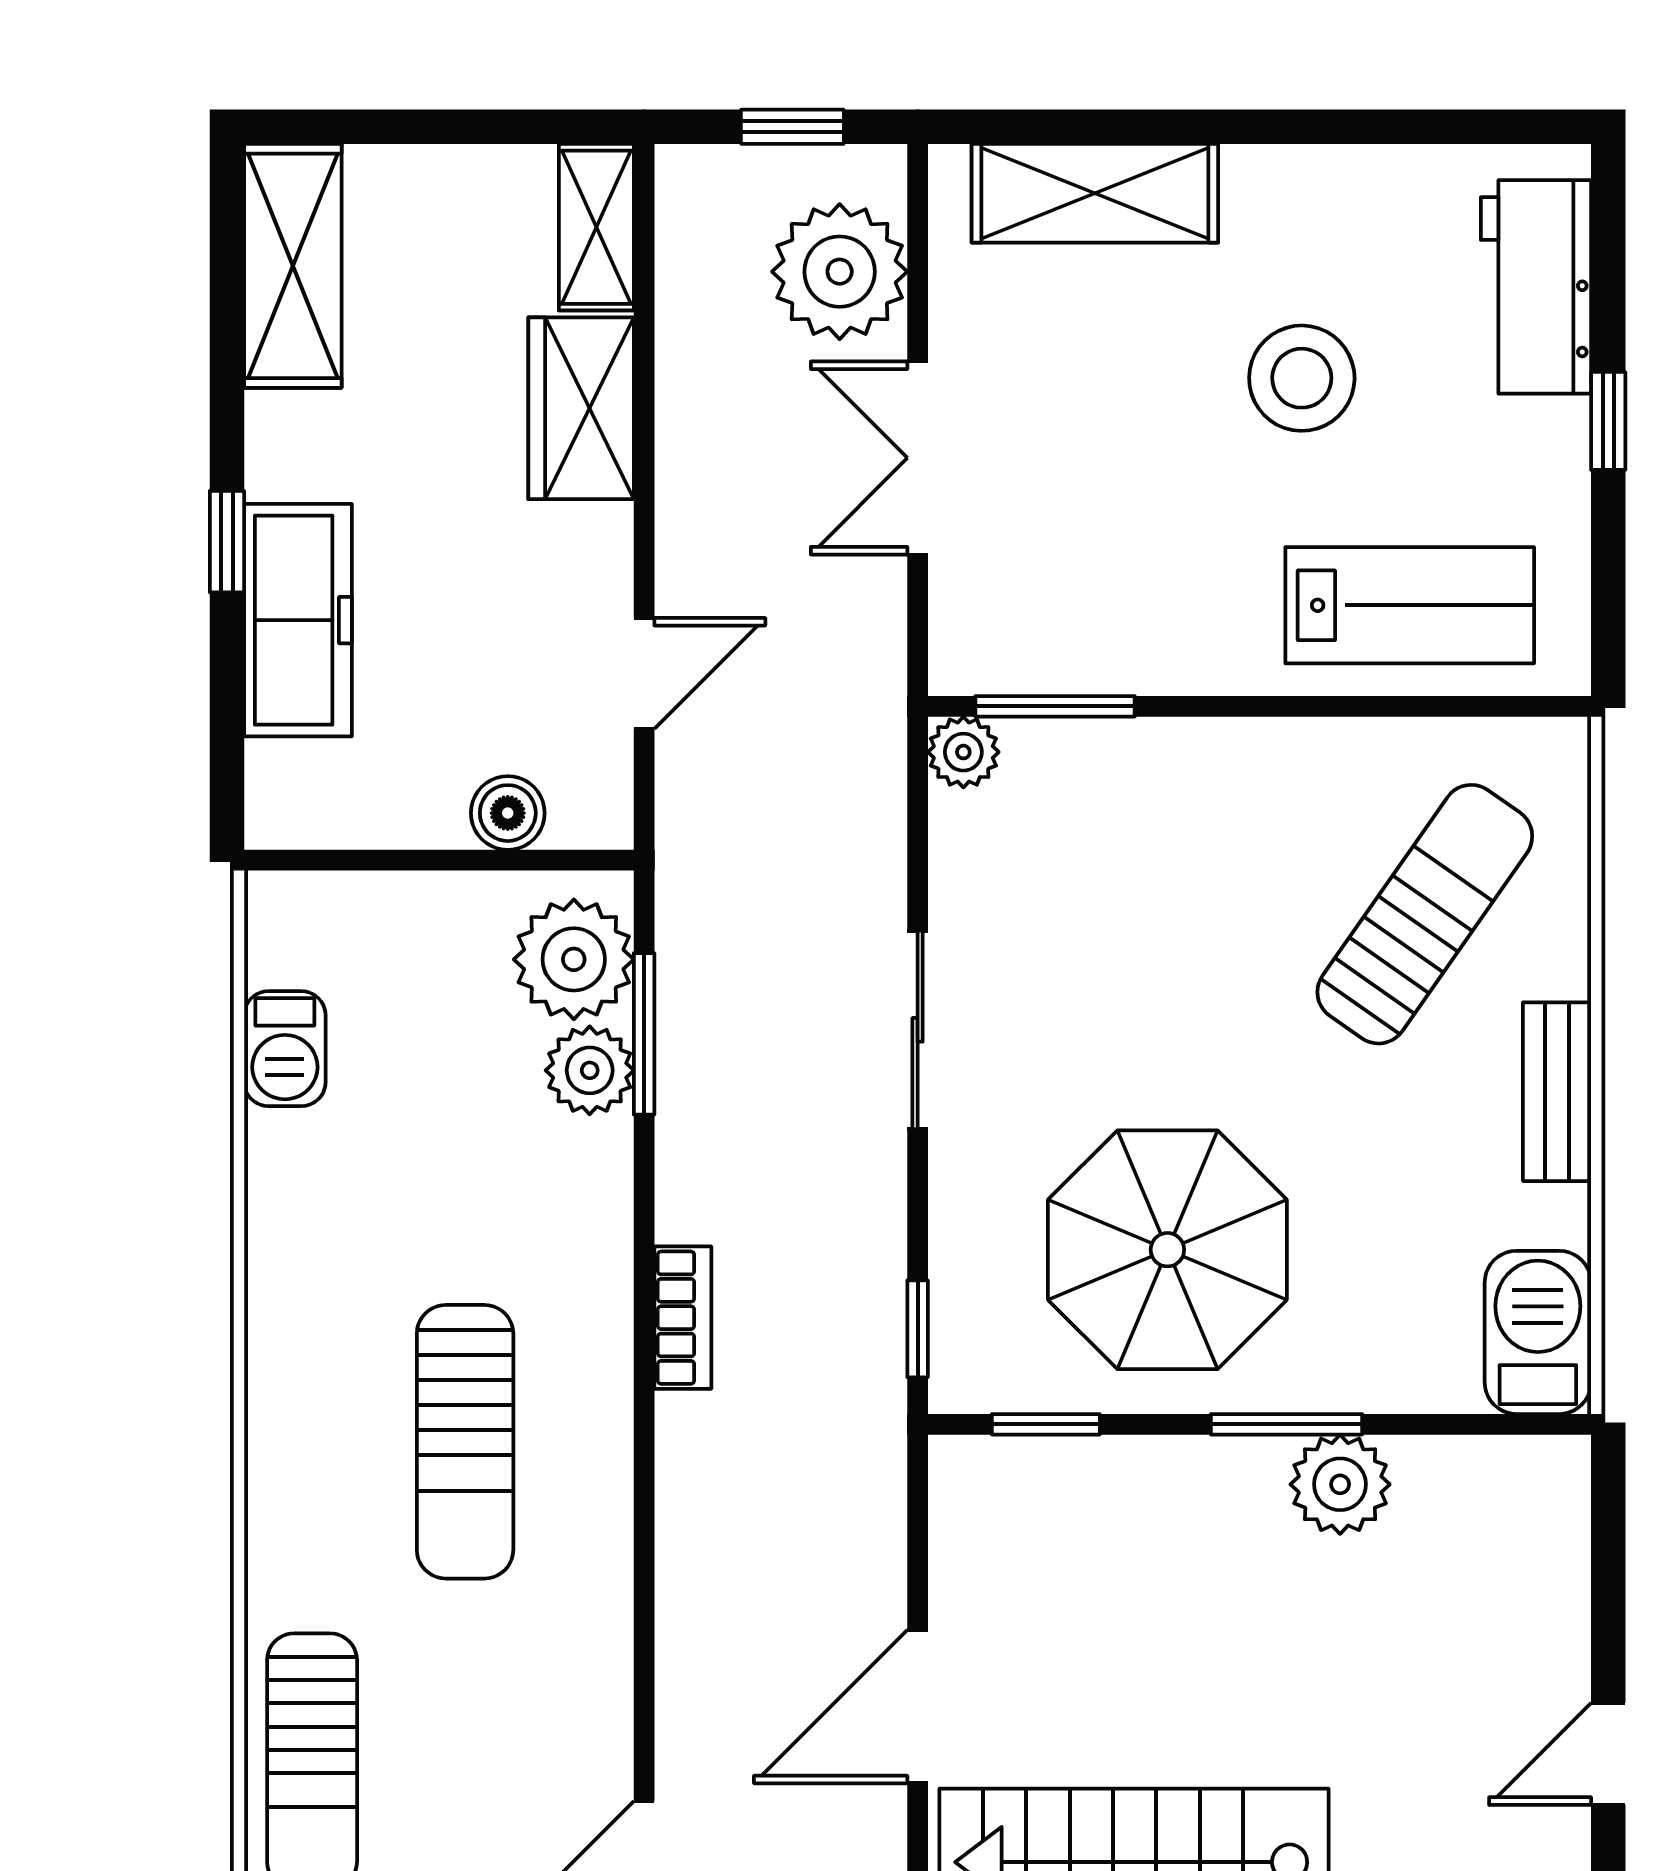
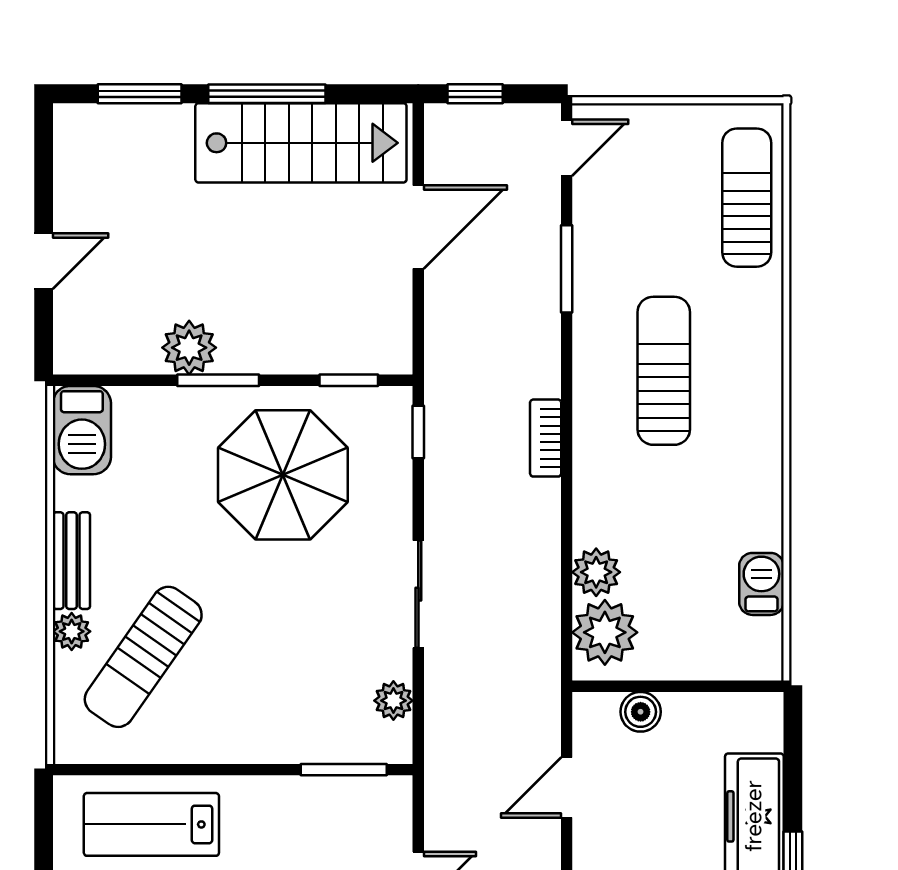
plant: (963, 752) -> (393, 701), moved
plant: (1557, 961) -> (72, 631), added
window: (644, 1034) -> (567, 269), moved
door: (1608, 1754) -> (44, 261), moved

